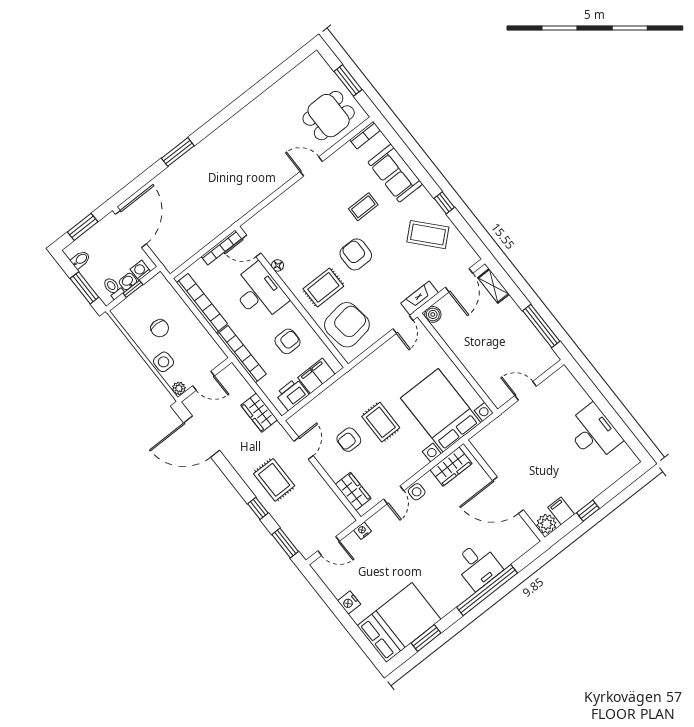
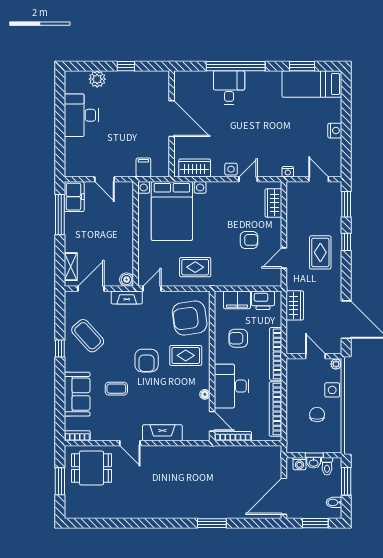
fireplace: (289, 199) -> (162, 433), added
freezer: (541, 353) -> (74, 197), added
rug: (381, 422) -> (195, 267), moved, turned 90
filing cabinet: (561, 511) -> (143, 167), moved, turned 180
plant: (546, 524) -> (97, 79), moved
bed: (399, 623) -> (312, 84), width x0.67

